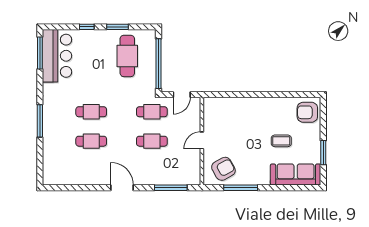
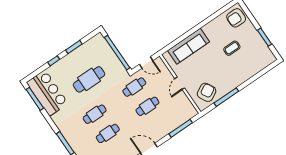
cafe table: (127, 56) -> (89, 79), moved, turned 90
door: (182, 95) -> (146, 63), hinge flipped
sofa: (296, 175) -> (188, 46), moved, turned 180

